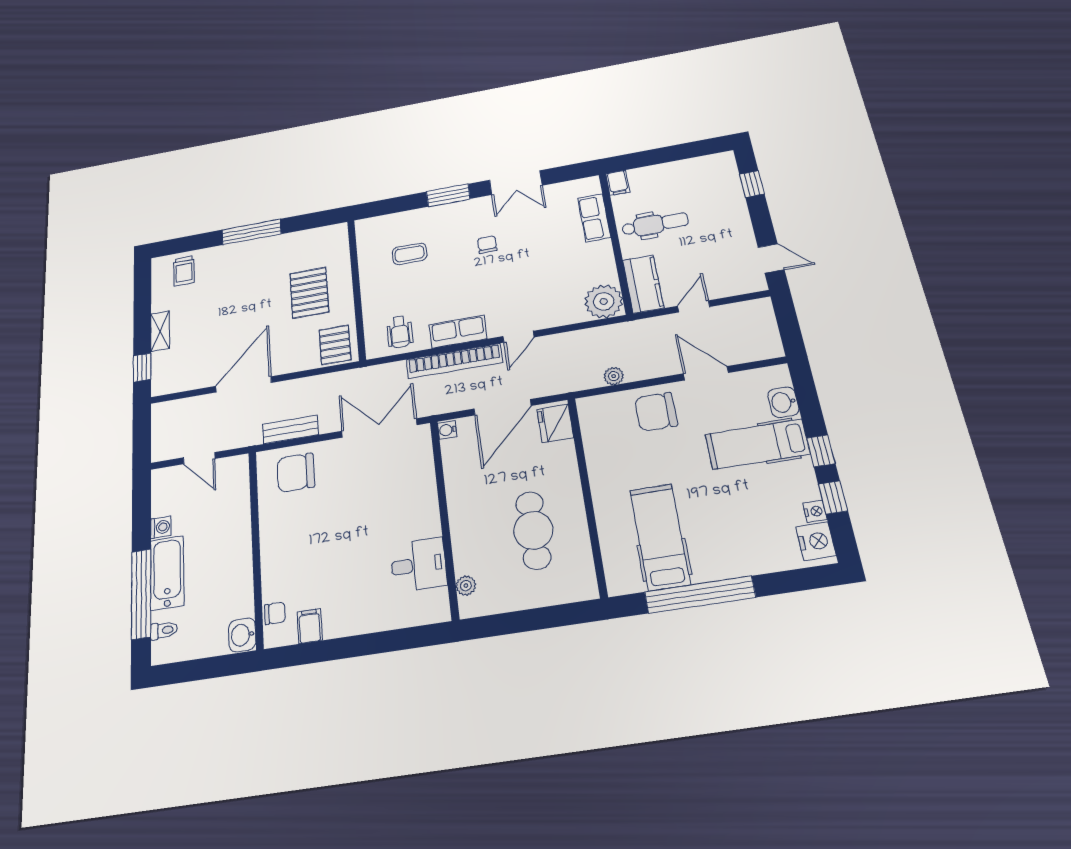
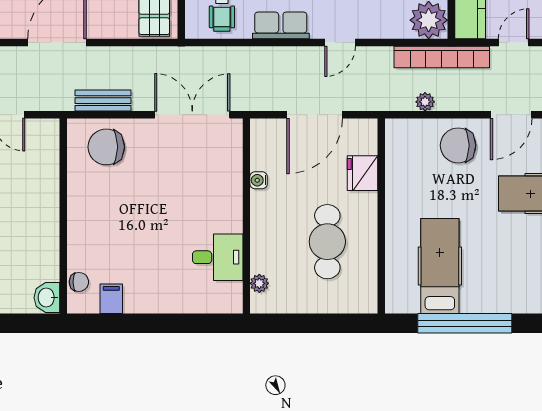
bookcase: (454, 361) -> (442, 57), moved
door: (706, 373) -> (511, 115), swing flipped
fridge: (555, 423) -> (363, 173), moved
water cooler: (447, 430) -> (259, 180), moved

